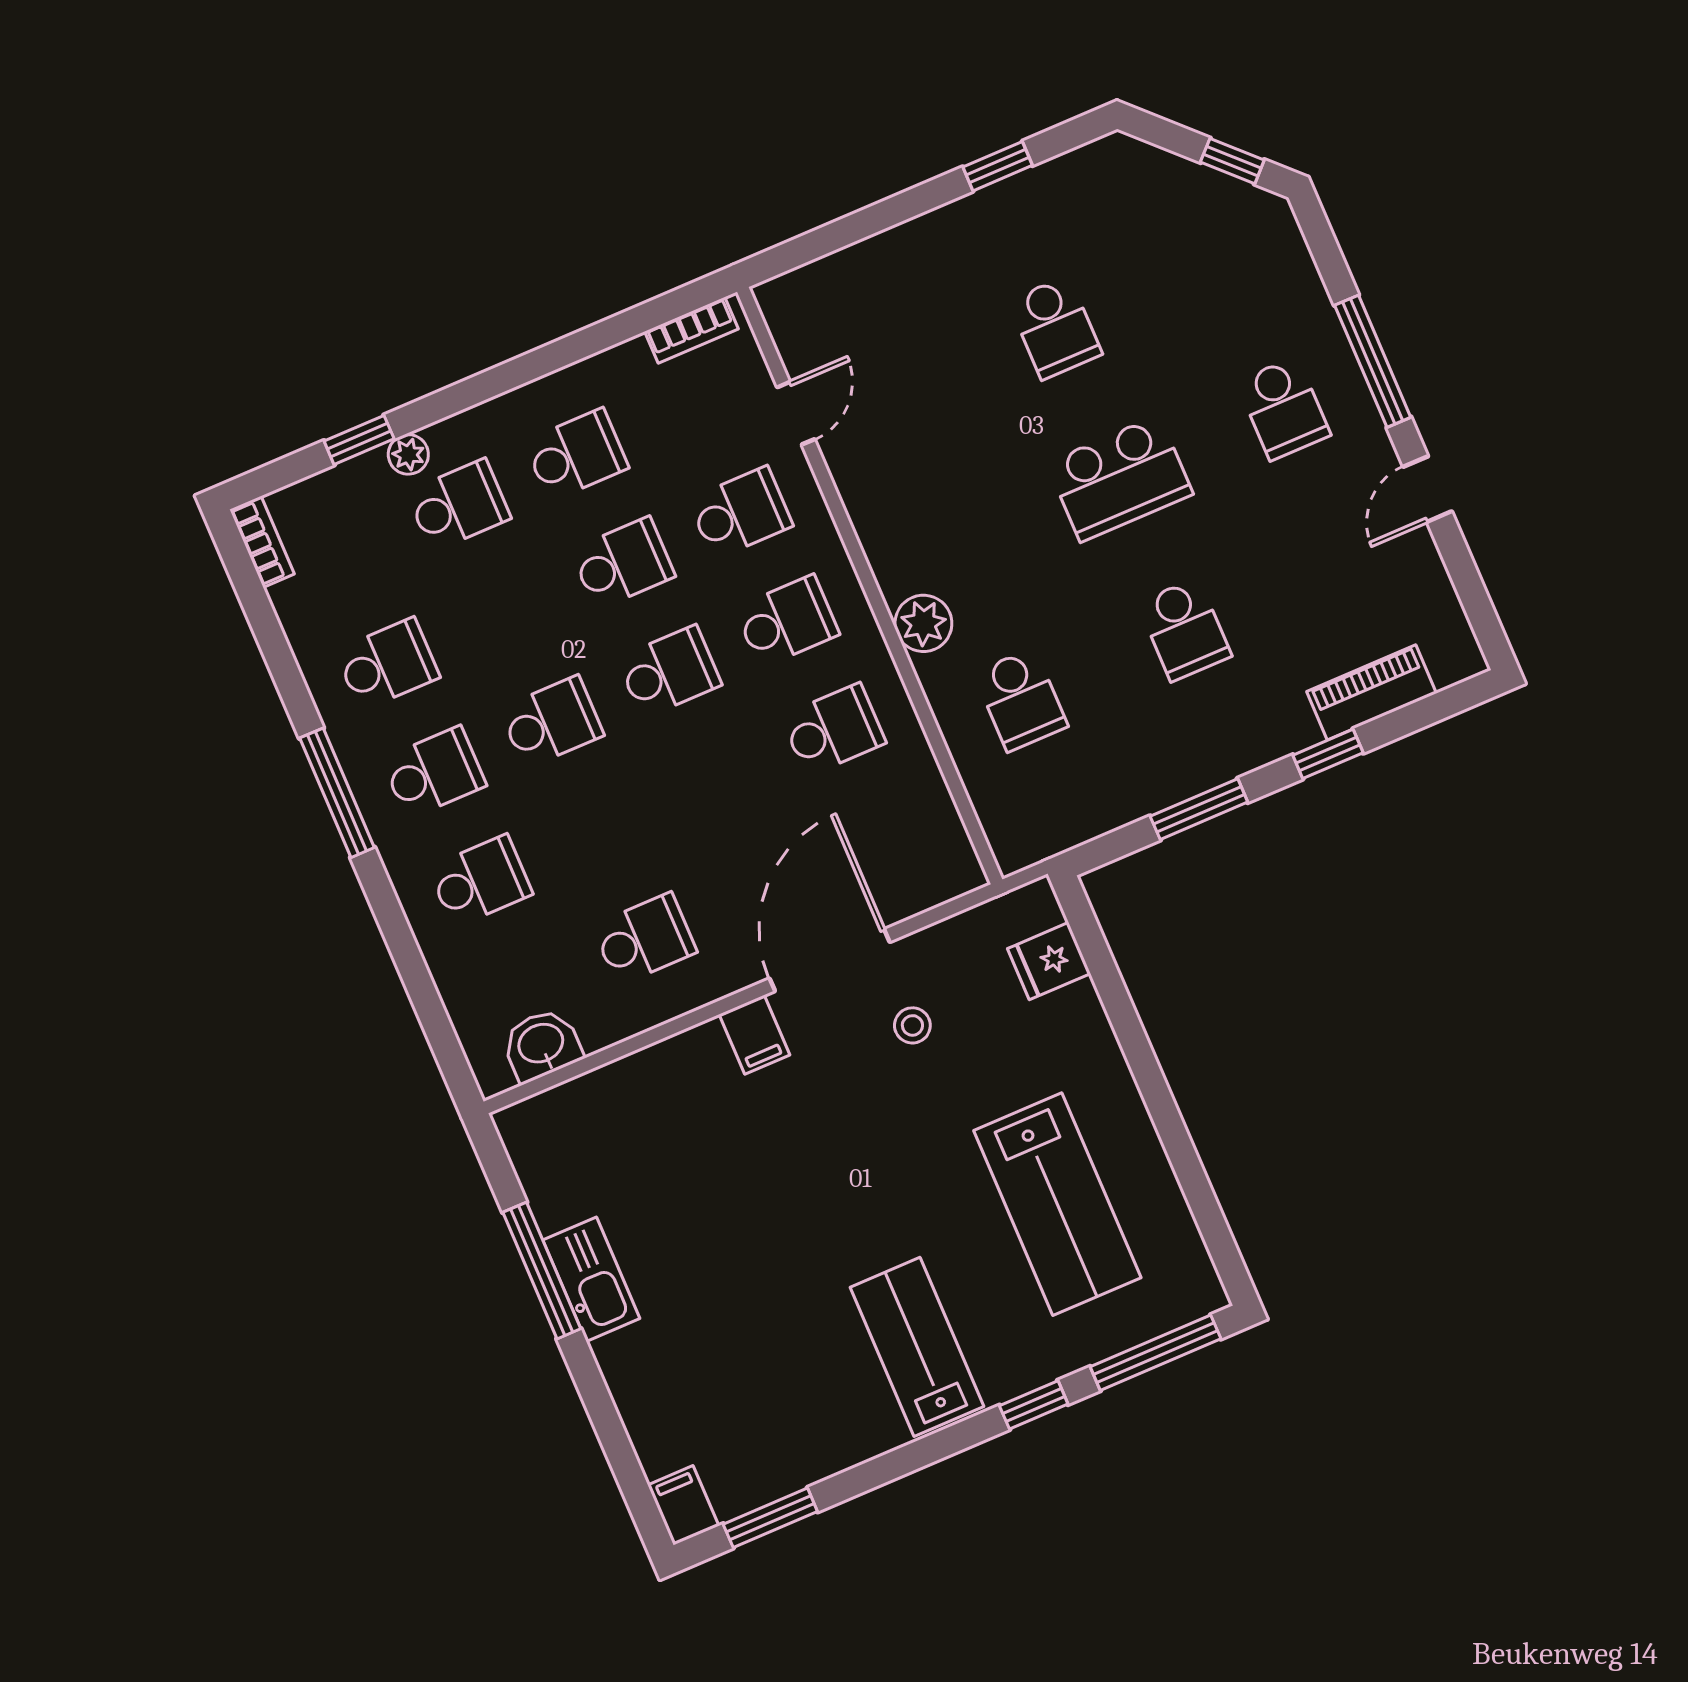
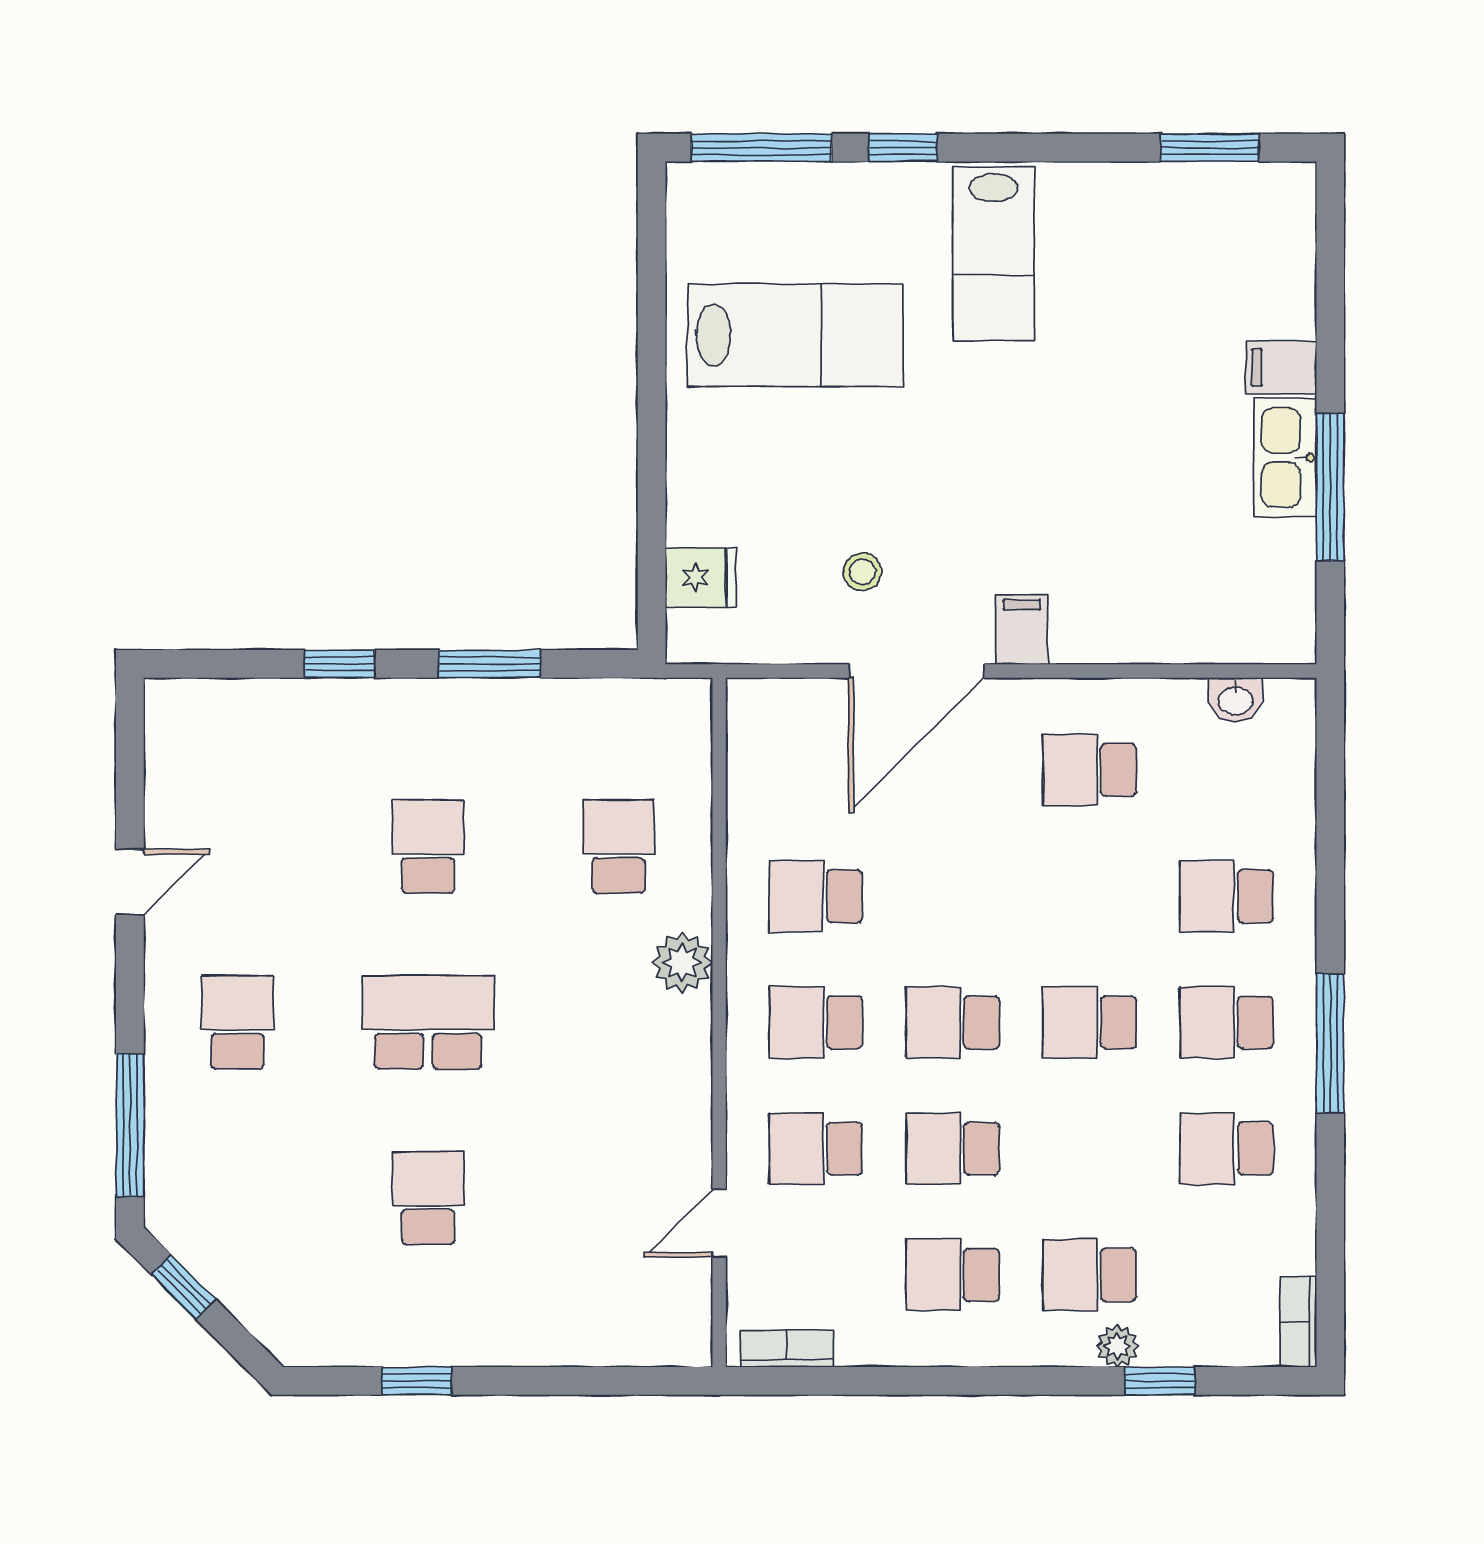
window: (1373, 361) -> (130, 1125), moved
piano: (1372, 692) -> (271, 706), removed
washbasin: (541, 1045) -> (1235, 699), width x0.72, depth x0.69
lab bench: (1057, 1204) -> (795, 335), turned 90
filing cabinet: (683, 1505) -> (1281, 368), moved, turned 90

